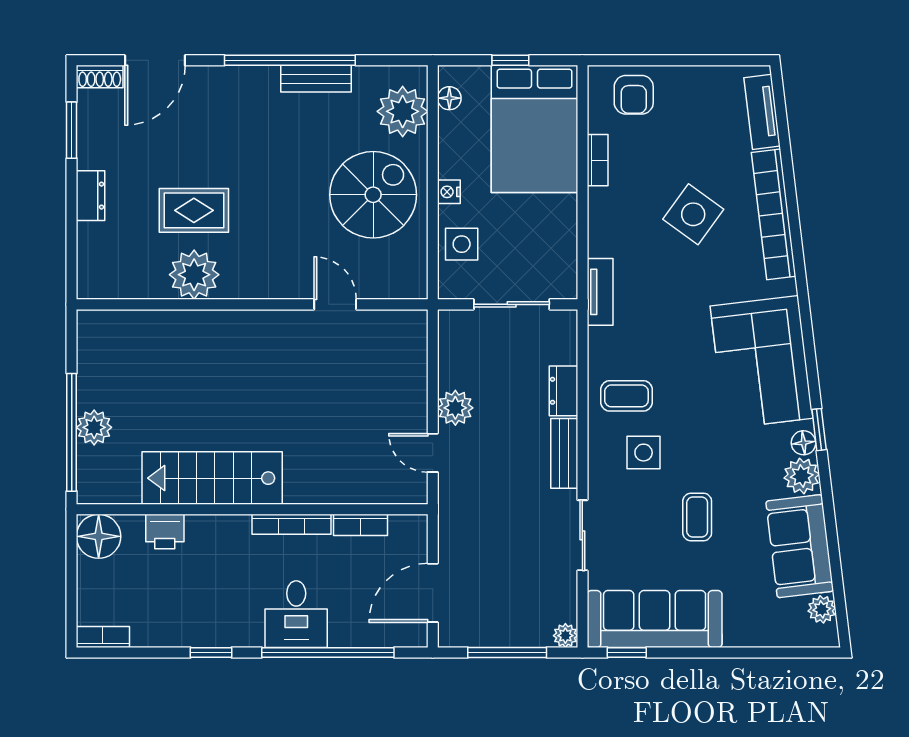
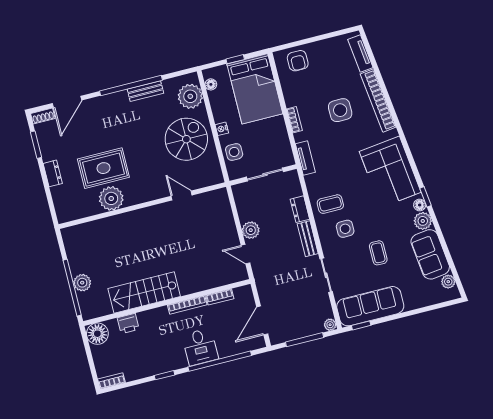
bookcase: (598, 160) -> (294, 120), moved
rug: (194, 210) -> (103, 168), width x1.36, depth x1.43
side table: (693, 214) -> (340, 110), turned -36

